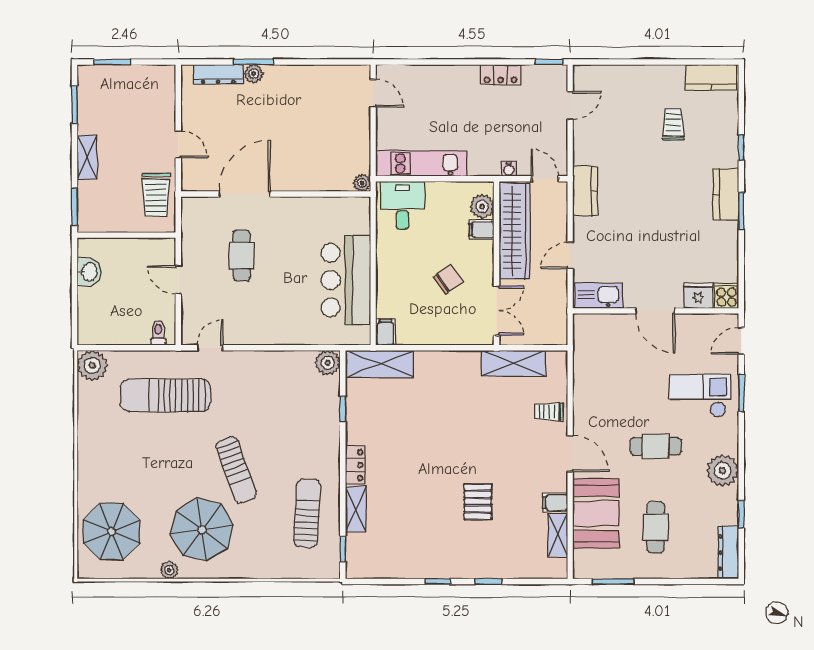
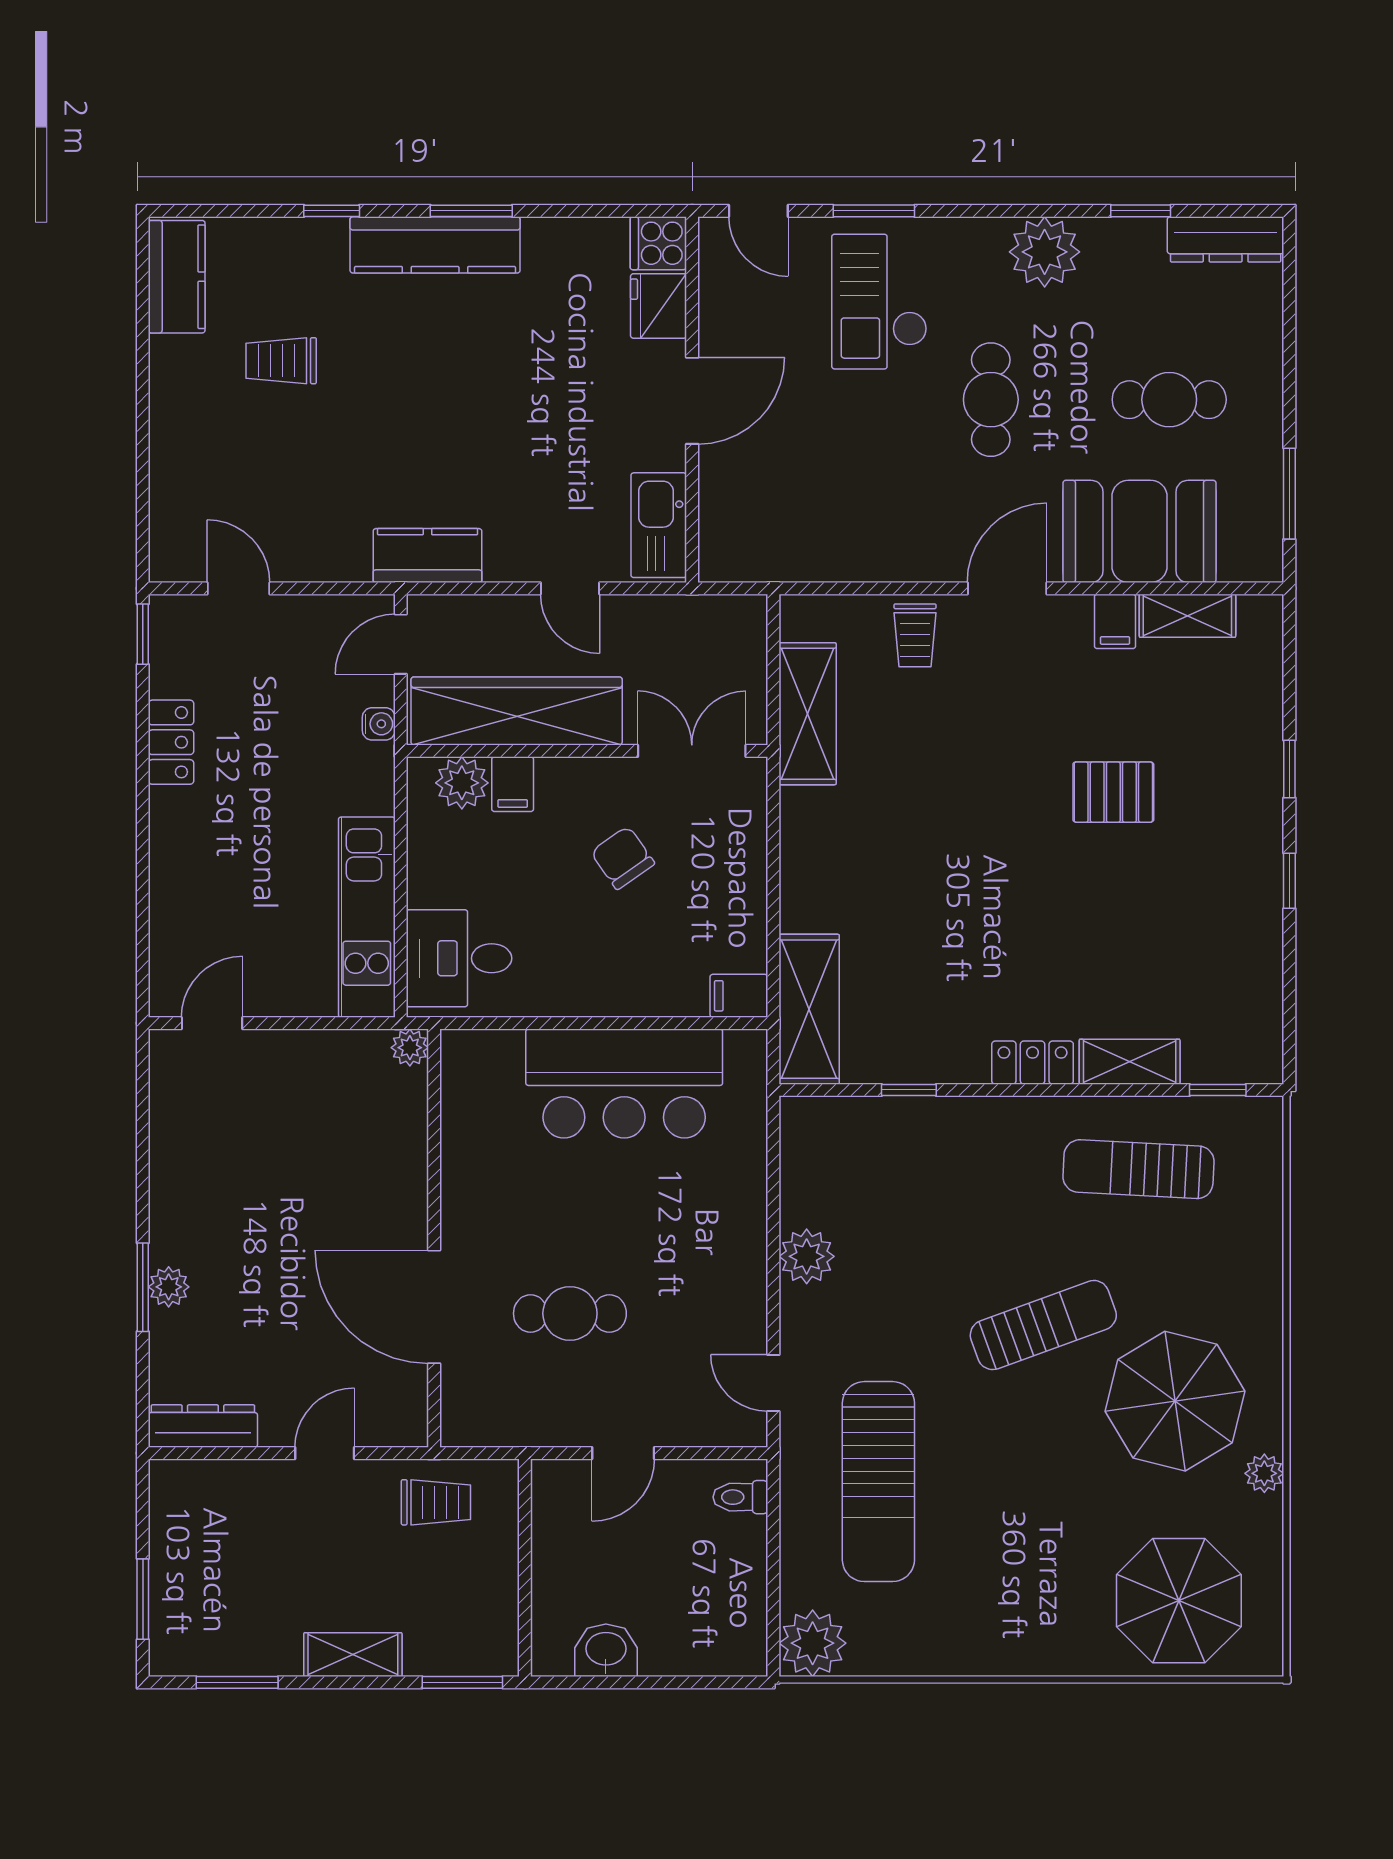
dresser: (218, 74) -> (203, 1426), moved, turned -90
kitchen counter: (726, 194) -> (435, 245), width x1.50
trolley: (156, 195) -> (436, 1502), width x0.73, depth x0.72
plant: (328, 363) -> (807, 1256), moved

